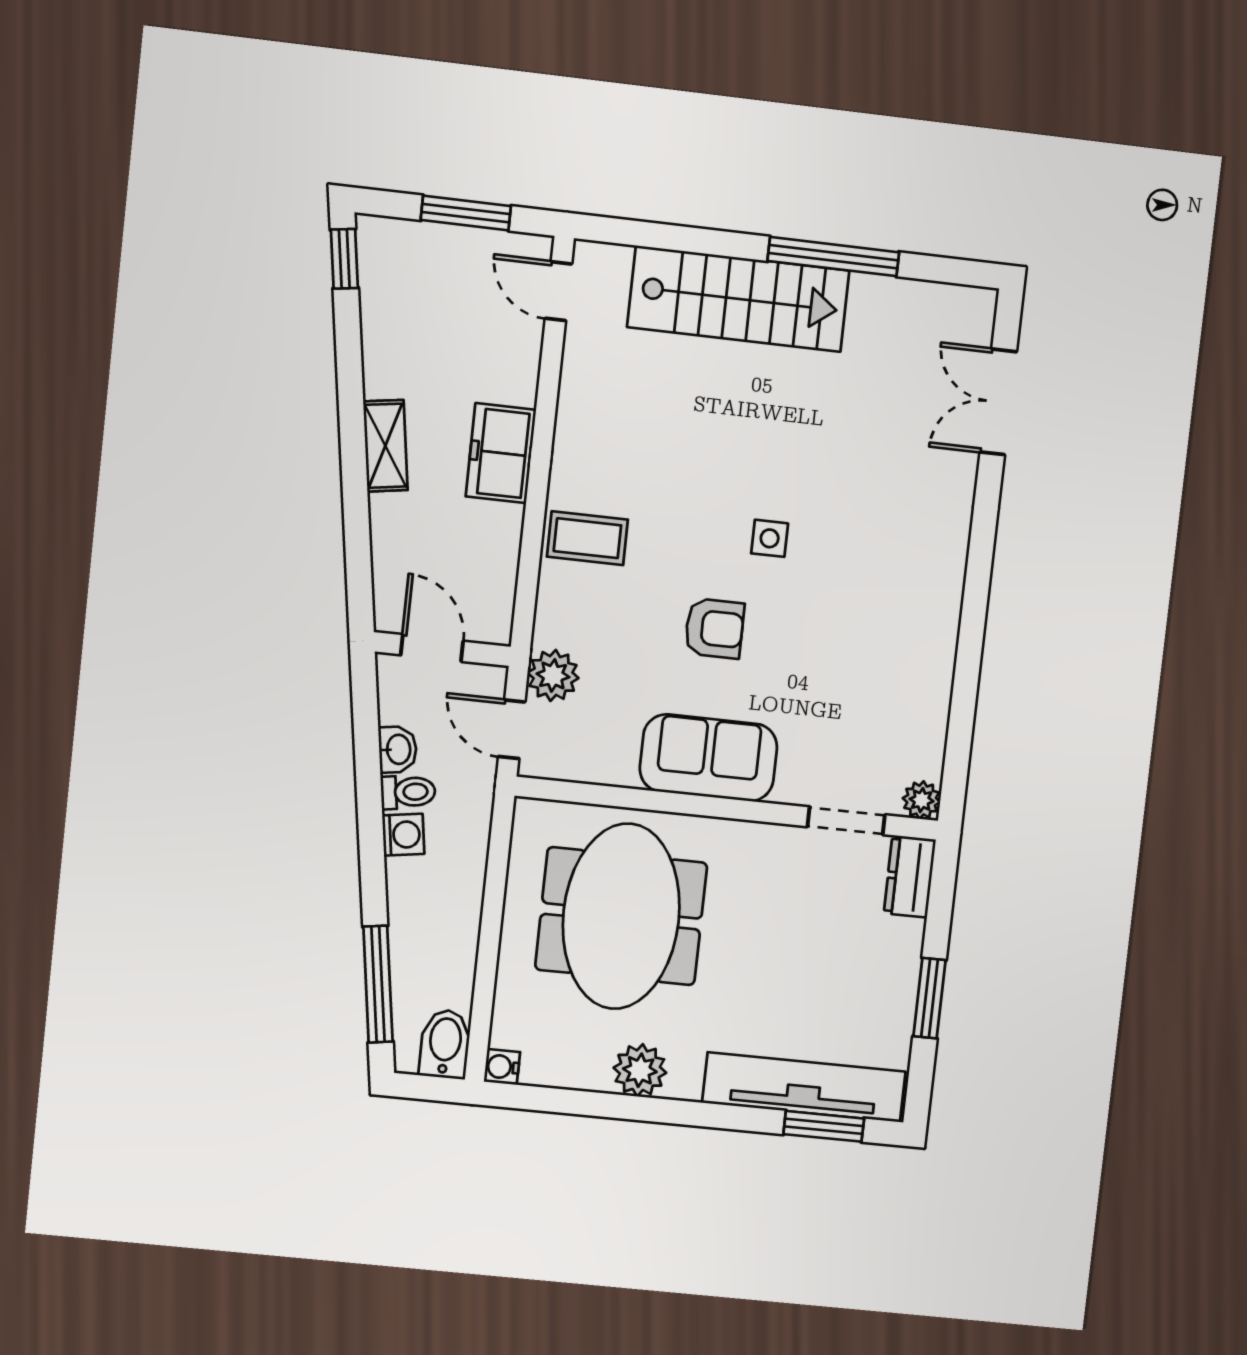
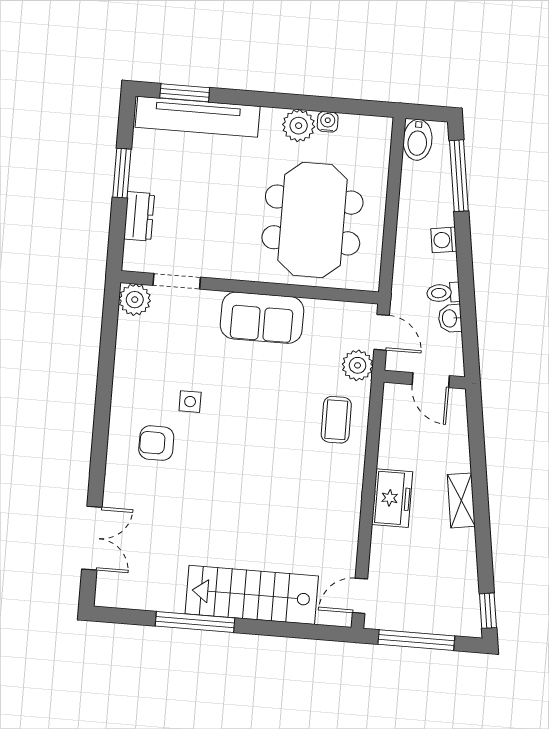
window: (466, 213) -> (416, 640), width x1.44
door: (558, 291) -> (360, 596), swing flipped
coffee table: (587, 538) -> (336, 420), moved, turned 90
side table: (770, 538) -> (190, 402), moved
armchair: (714, 628) -> (156, 443), moved
plant: (922, 800) -> (135, 300), width x1.38, depth x1.38
washing machine: (403, 835) -> (444, 240), moved
dresser: (910, 877) -> (139, 216), moved
water cooler: (502, 1067) -> (328, 122), moved, turned -90

